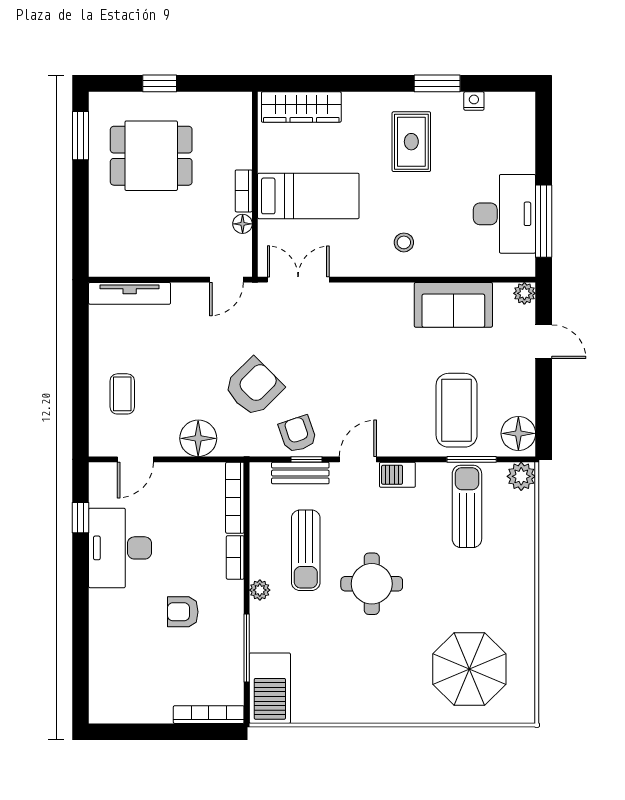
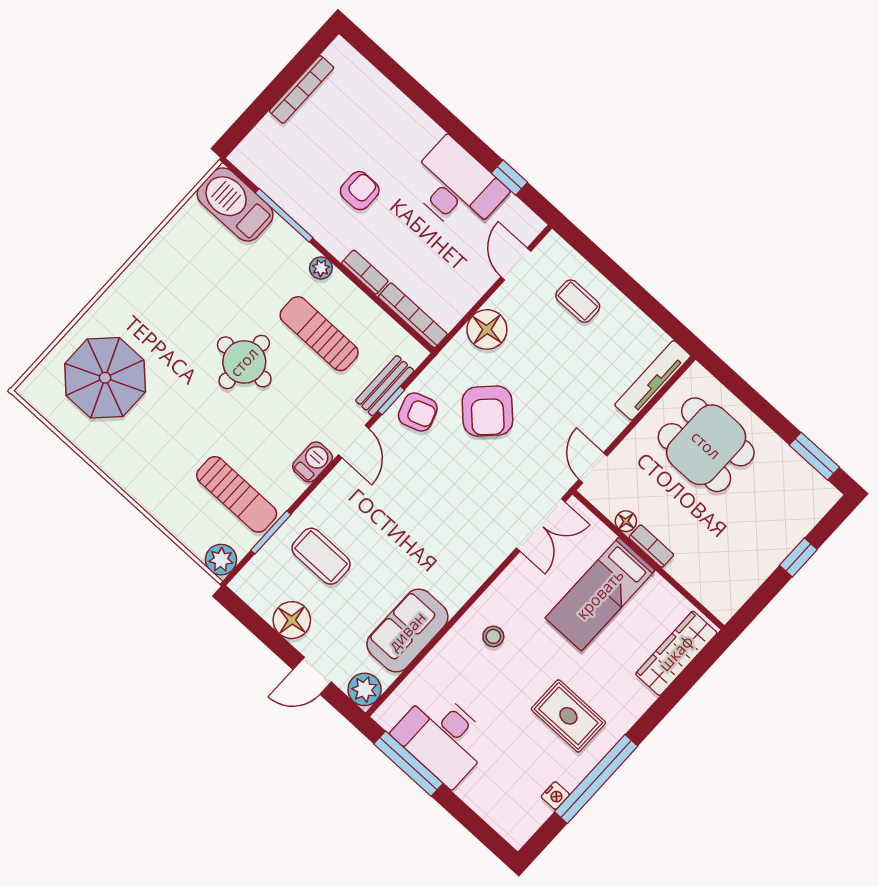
window: (437, 83) -> (596, 779), width x2.11
dining table: (151, 156) -> (706, 445), moved, turned 90
plant: (524, 293) -> (365, 689), width x1.38, depth x1.38
coffee table: (457, 410) -> (321, 556), width x0.73, depth x0.76
floor lamp: (518, 433) -> (292, 620), moved
bookcase: (209, 715) -> (301, 89), moved

